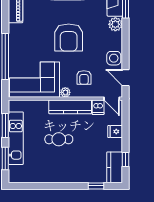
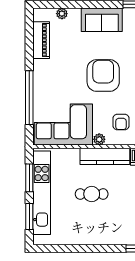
armchair: (69, 38) -> (103, 75), turned 180
kitchen unit: (16, 138) -> (42, 193), width x1.36

